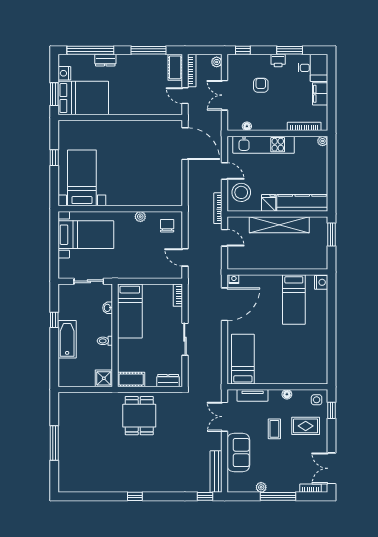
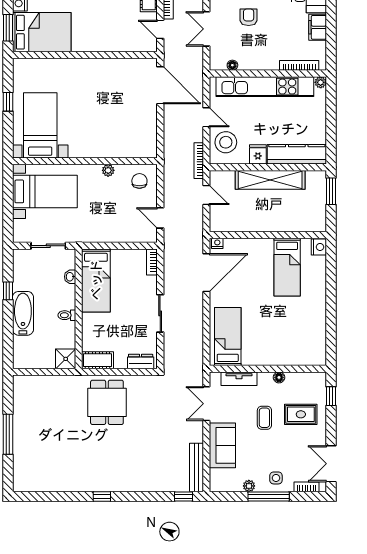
kitchen unit: (264, 145) -> (265, 87), width x1.36
side table: (317, 400) -> (276, 478), moved

